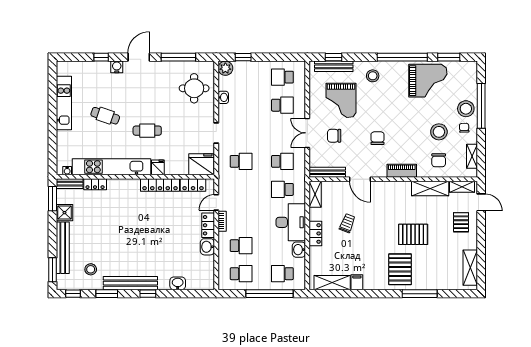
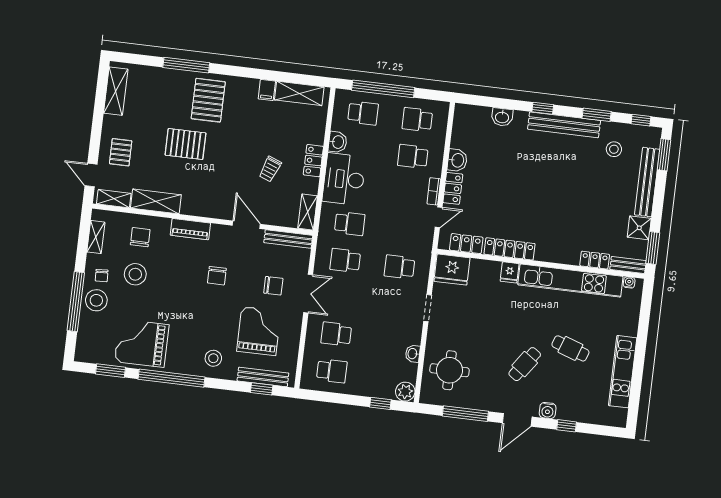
cafe table: (147, 131) -> (525, 364), moved, turned -55

